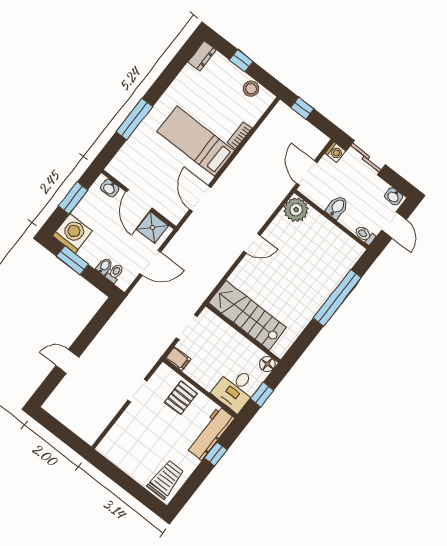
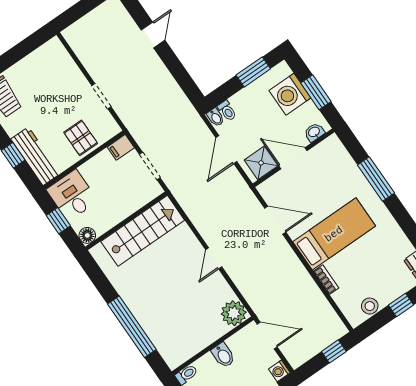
washing machine: (72, 233) -> (290, 94), moved, turned 90
bidet: (104, 266) -> (215, 117), moved

